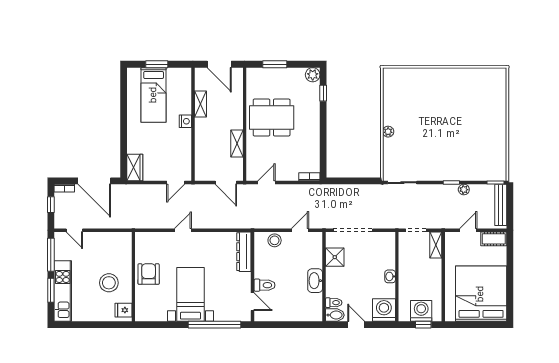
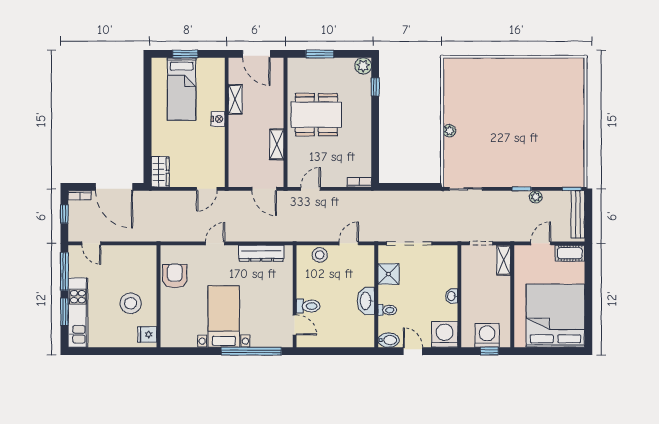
dresser: (244, 252) -> (261, 253), moved, turned -90
armchair: (149, 274) -> (175, 276), moved
toilet: (334, 303) -> (387, 310), moved

